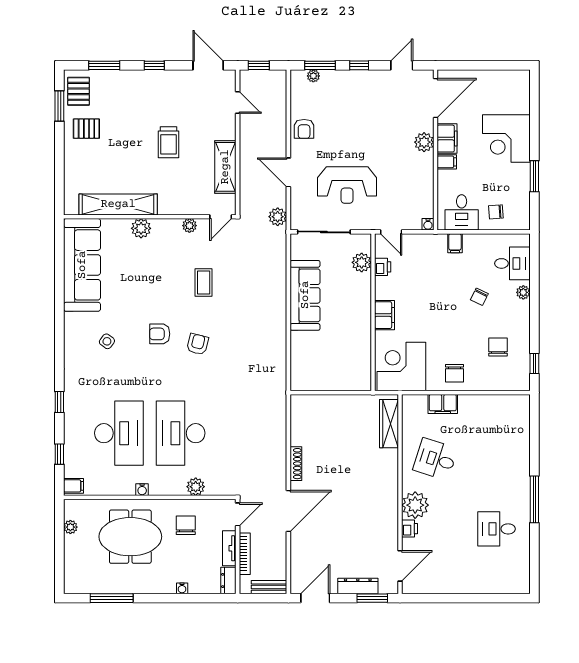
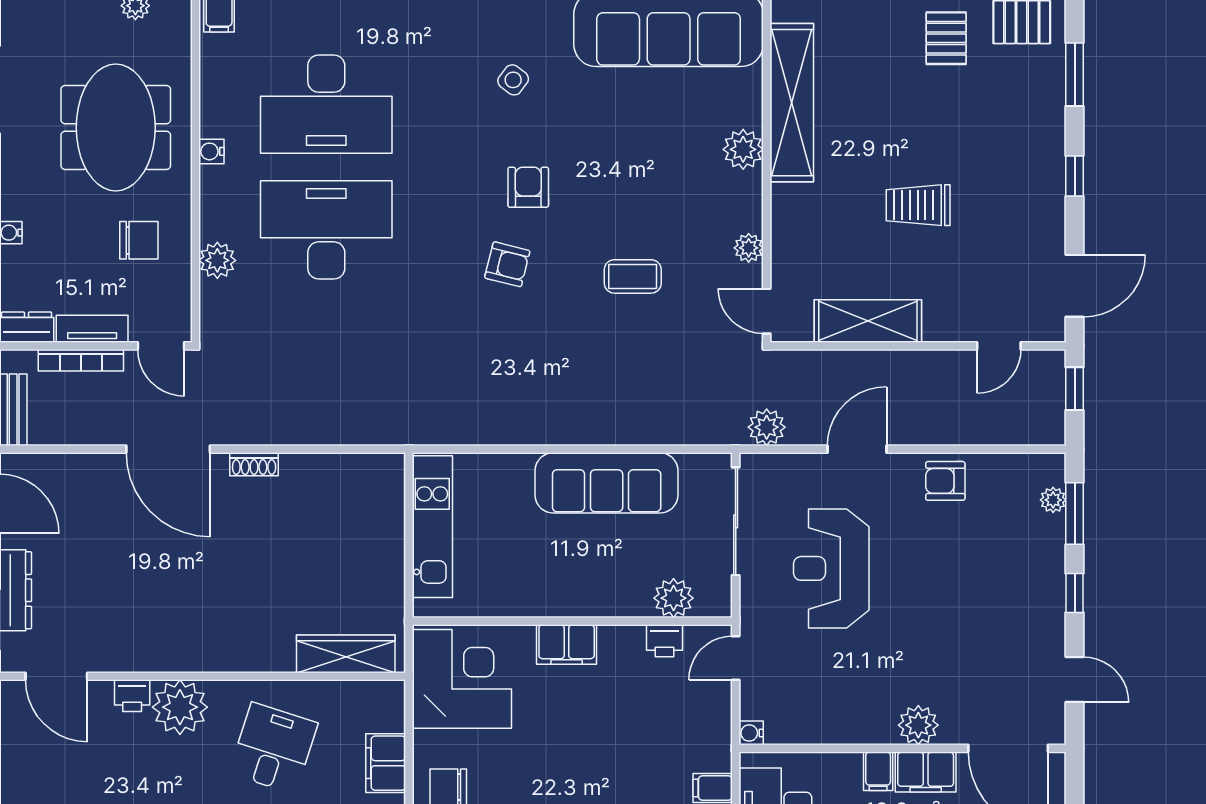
kitchen unit: (326, 381) -> (432, 527), added
shoe rack: (296, 464) -> (254, 464), width x0.70

